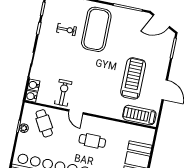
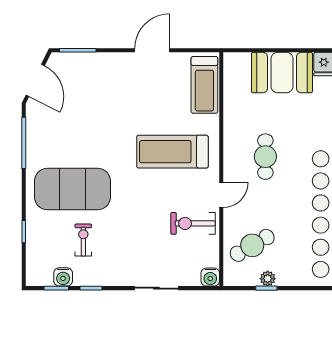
treadmill: (133, 78) -> (172, 152), moved
water cooler: (34, 85) -> (63, 277), moved

